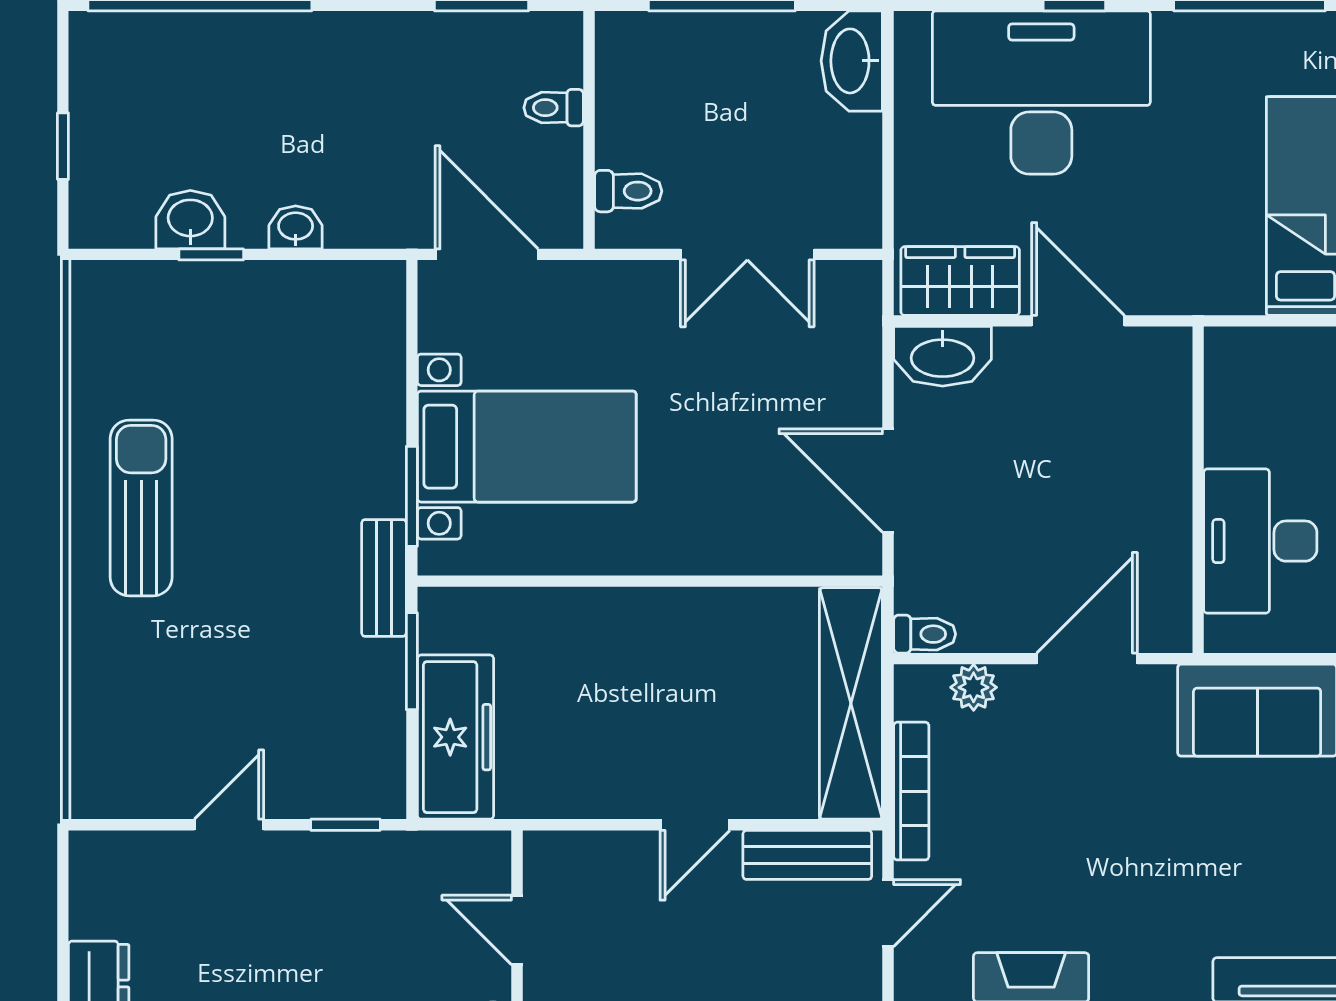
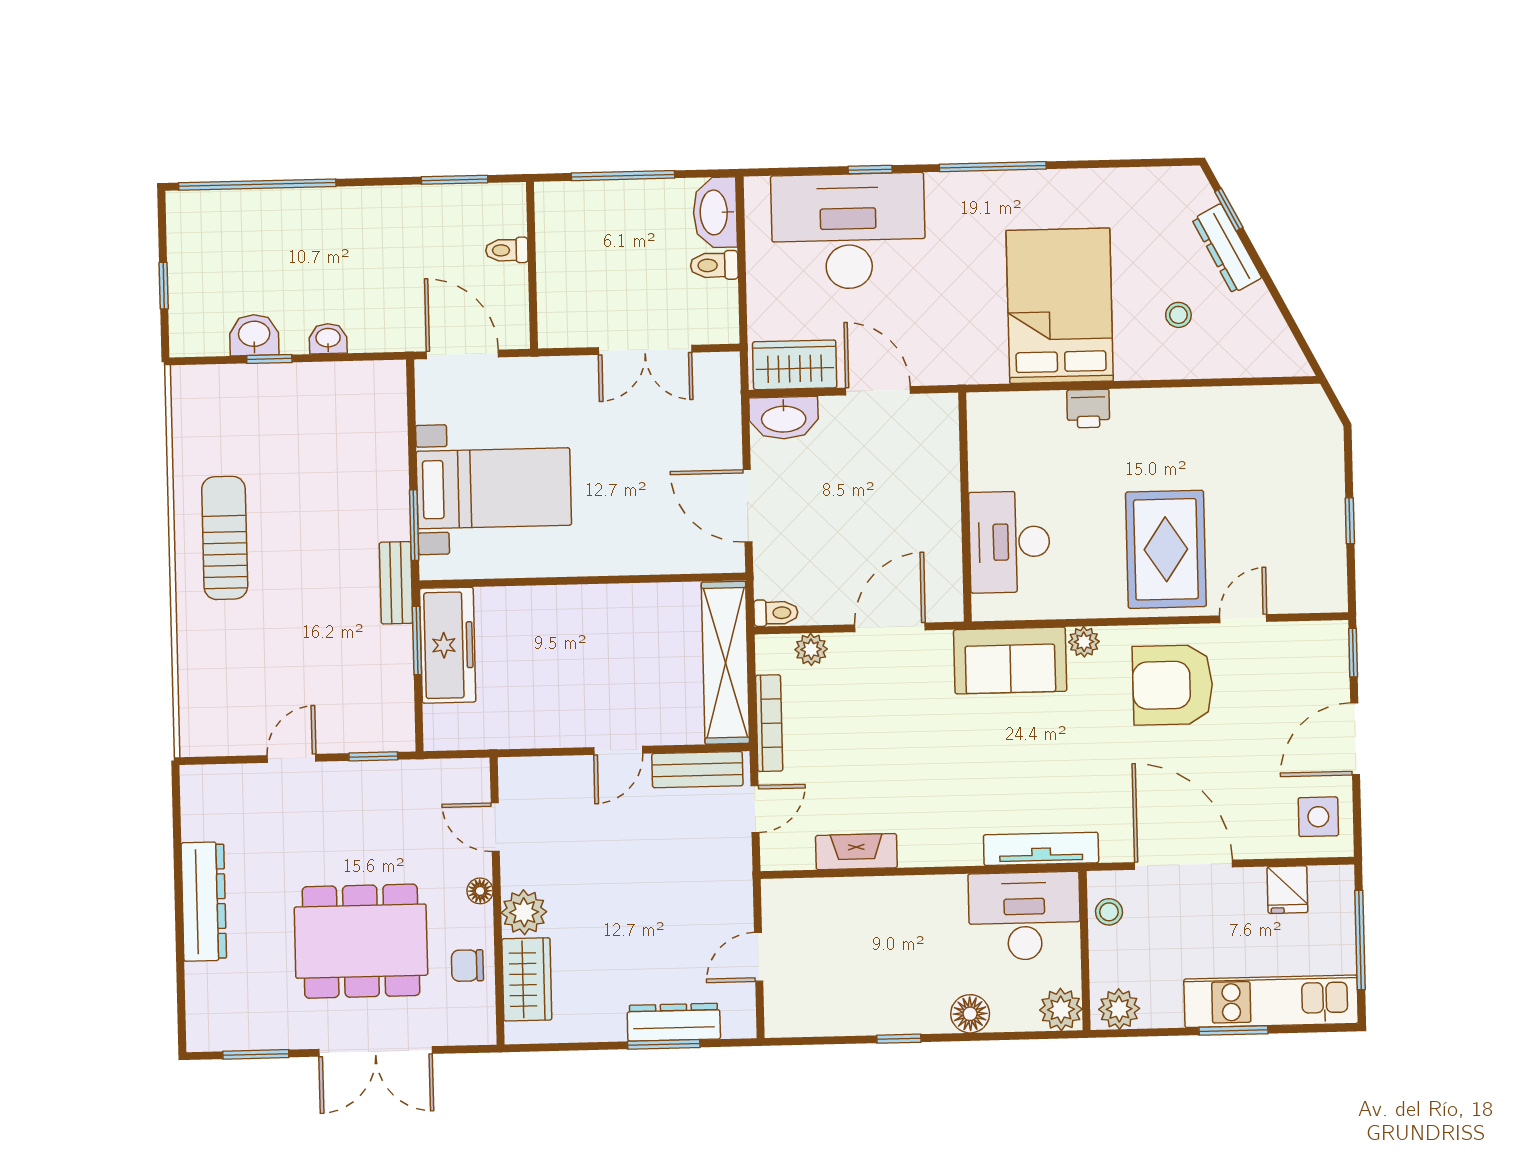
toilet: (628, 191) -> (714, 265), moved, turned 180
freezer: (455, 737) -> (448, 645), moved

